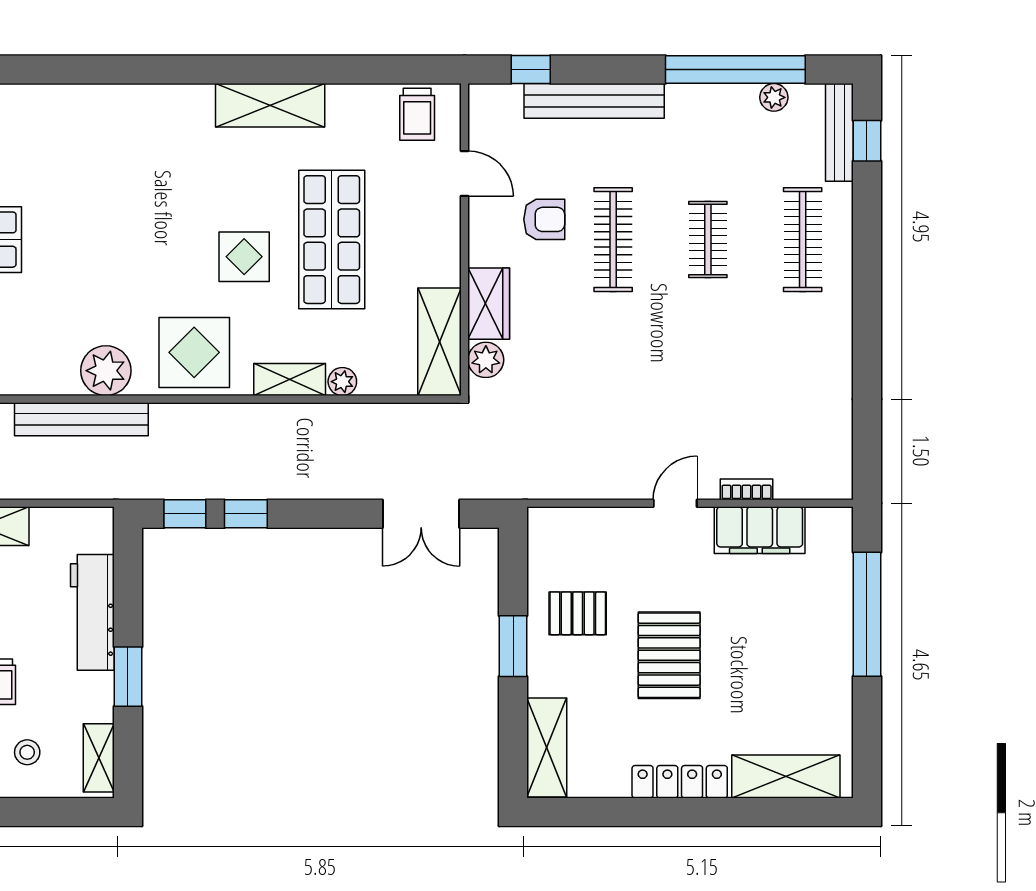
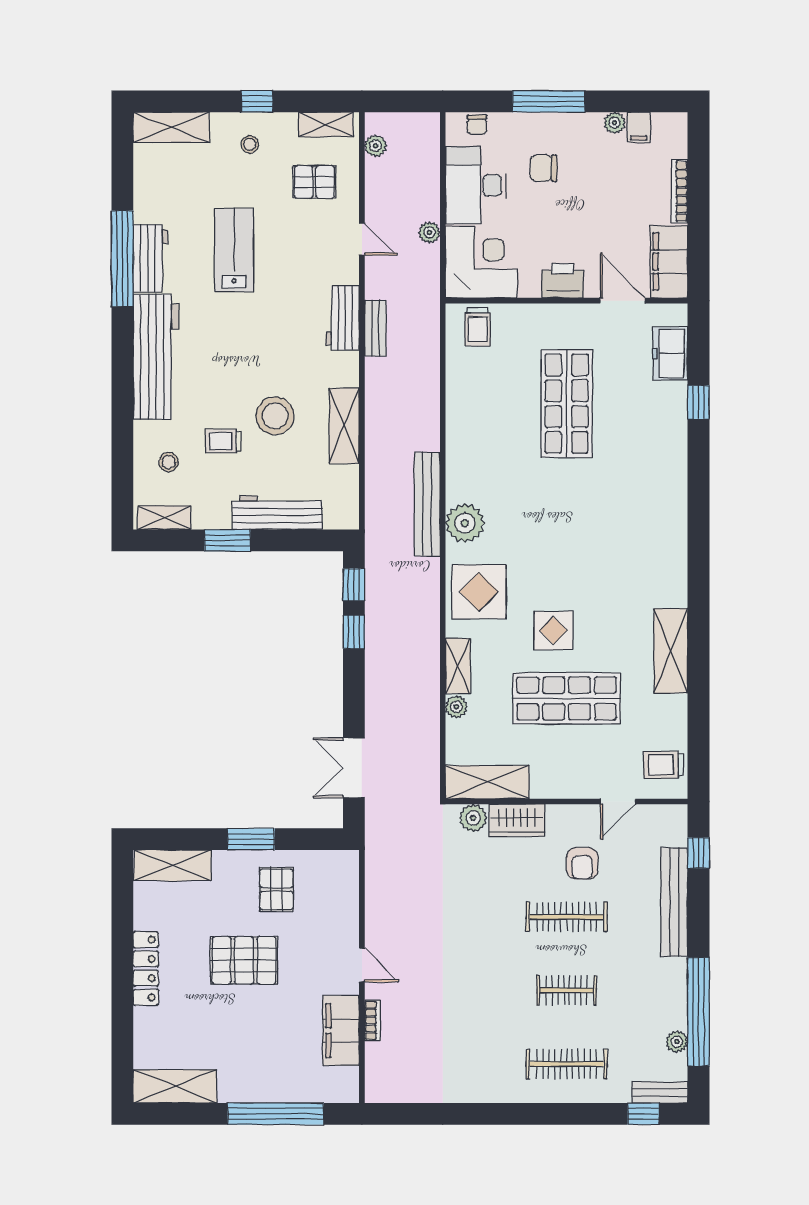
bench: (839, 132) -> (660, 1092), width x0.73
shelving: (786, 777) -> (175, 1086), moved, turned 90

